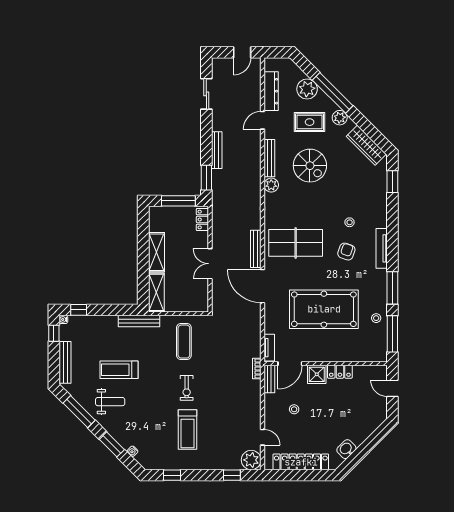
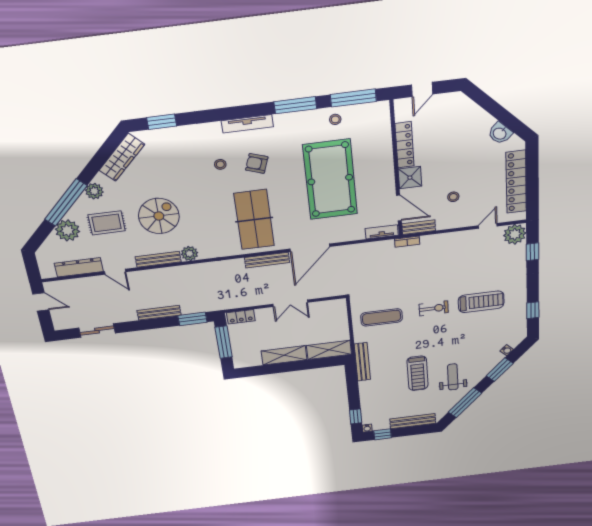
rug: (310, 122) -> (107, 223), turned 90
locker: (340, 372) -> (405, 145), width x1.53

